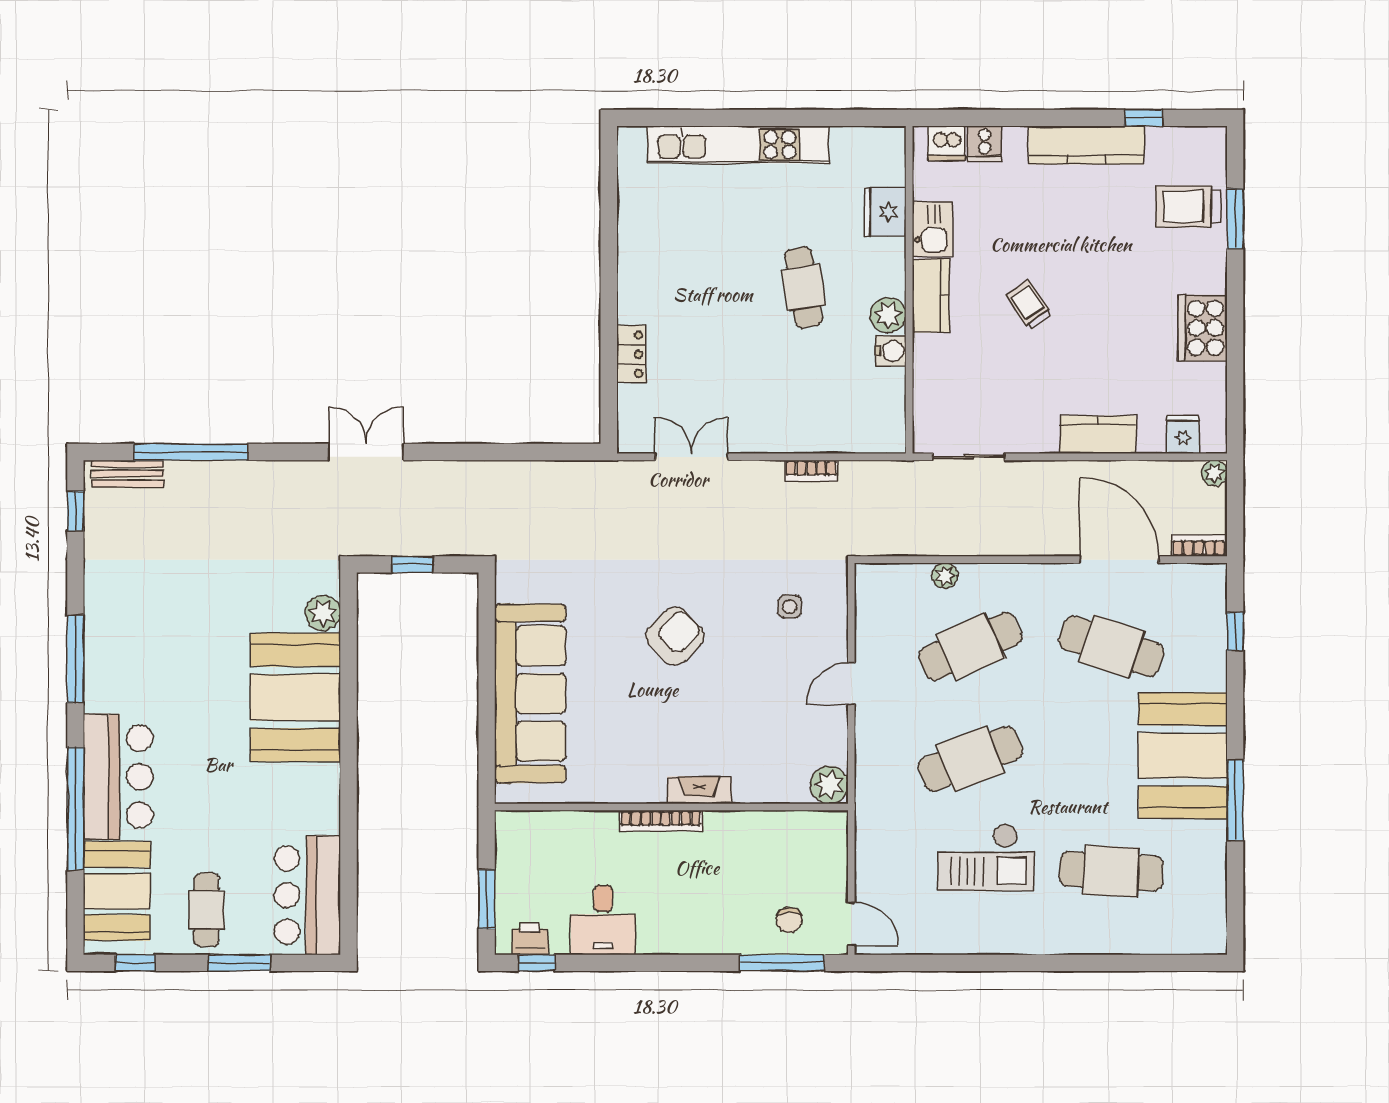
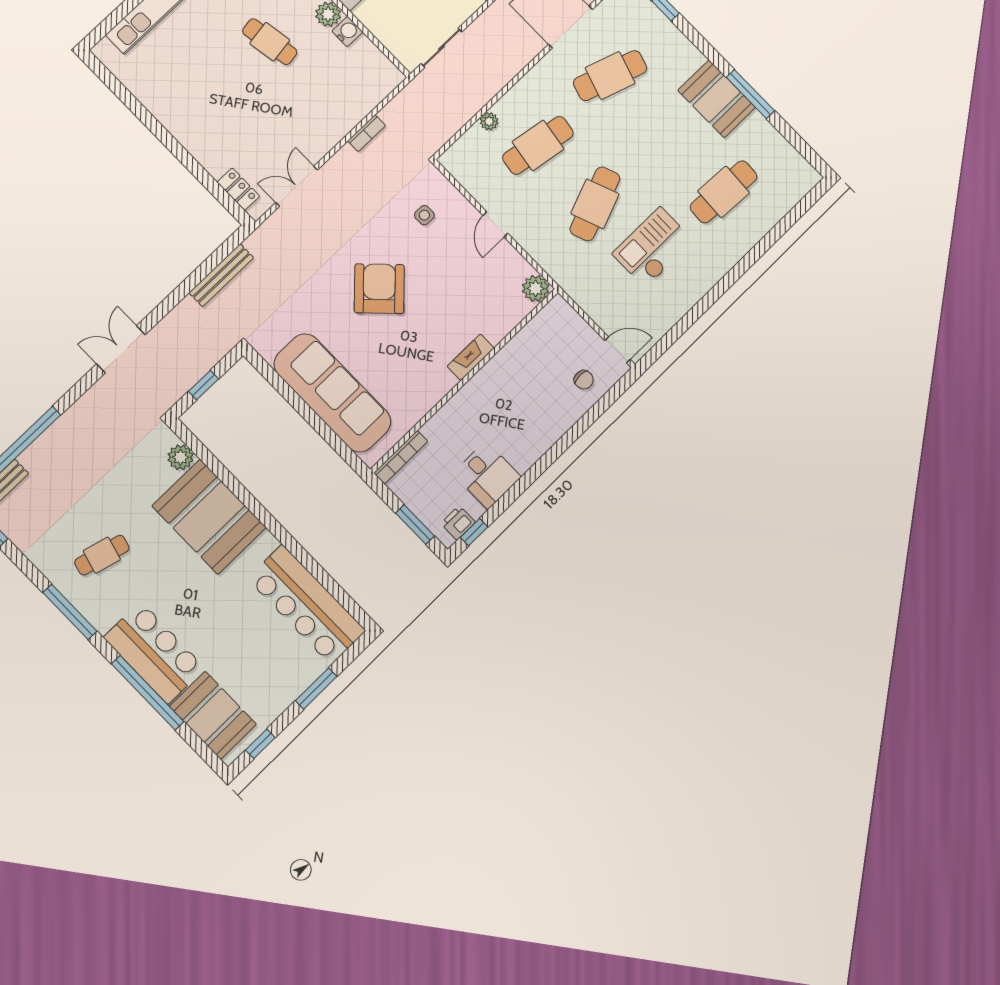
locker: (631, 354) -> (238, 189), moved
bench: (533, 474) -> (221, 275), added
armchair: (675, 636) -> (379, 289), width x1.36, depth x1.36
cafe table: (970, 646) -> (538, 145), turned 33
booth: (1183, 756) -> (717, 99), width x0.73, depth x0.70
bookcase: (661, 821) -> (401, 457), moved
checkout: (986, 857) -> (653, 247), turned 180
bar counter: (307, 895) -> (306, 605), width x1.36
cafe table: (206, 910) -> (102, 555), moved, turned -75
window: (782, 963) -> (602, 406), removed

